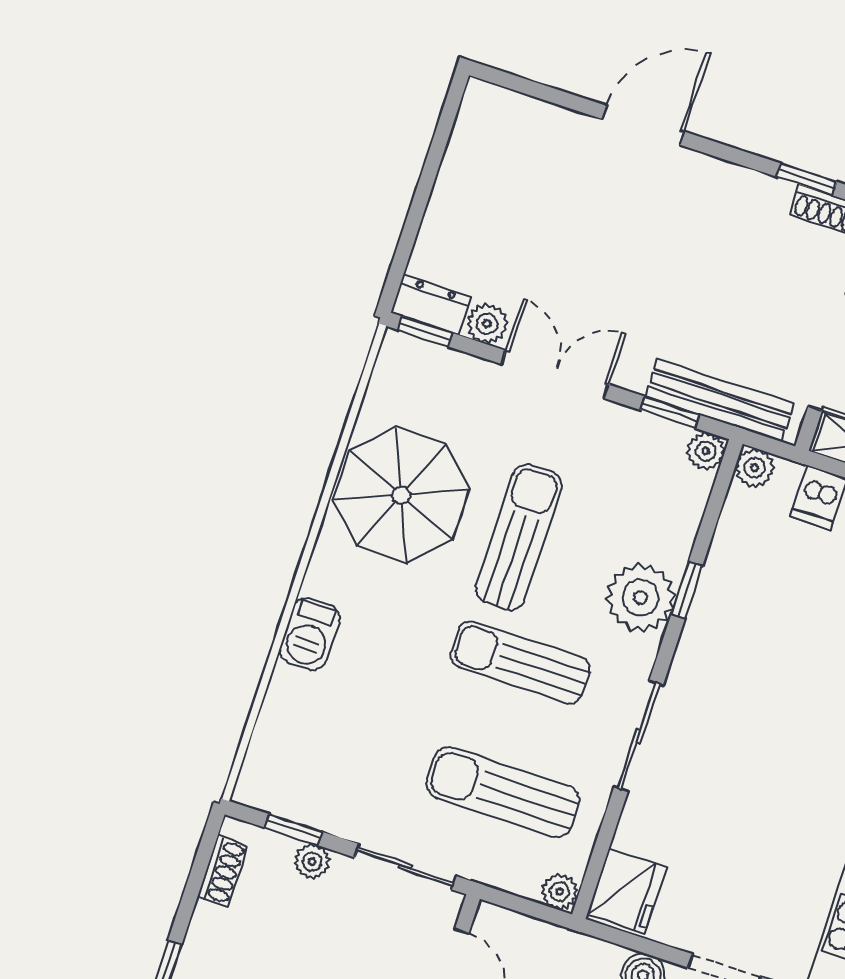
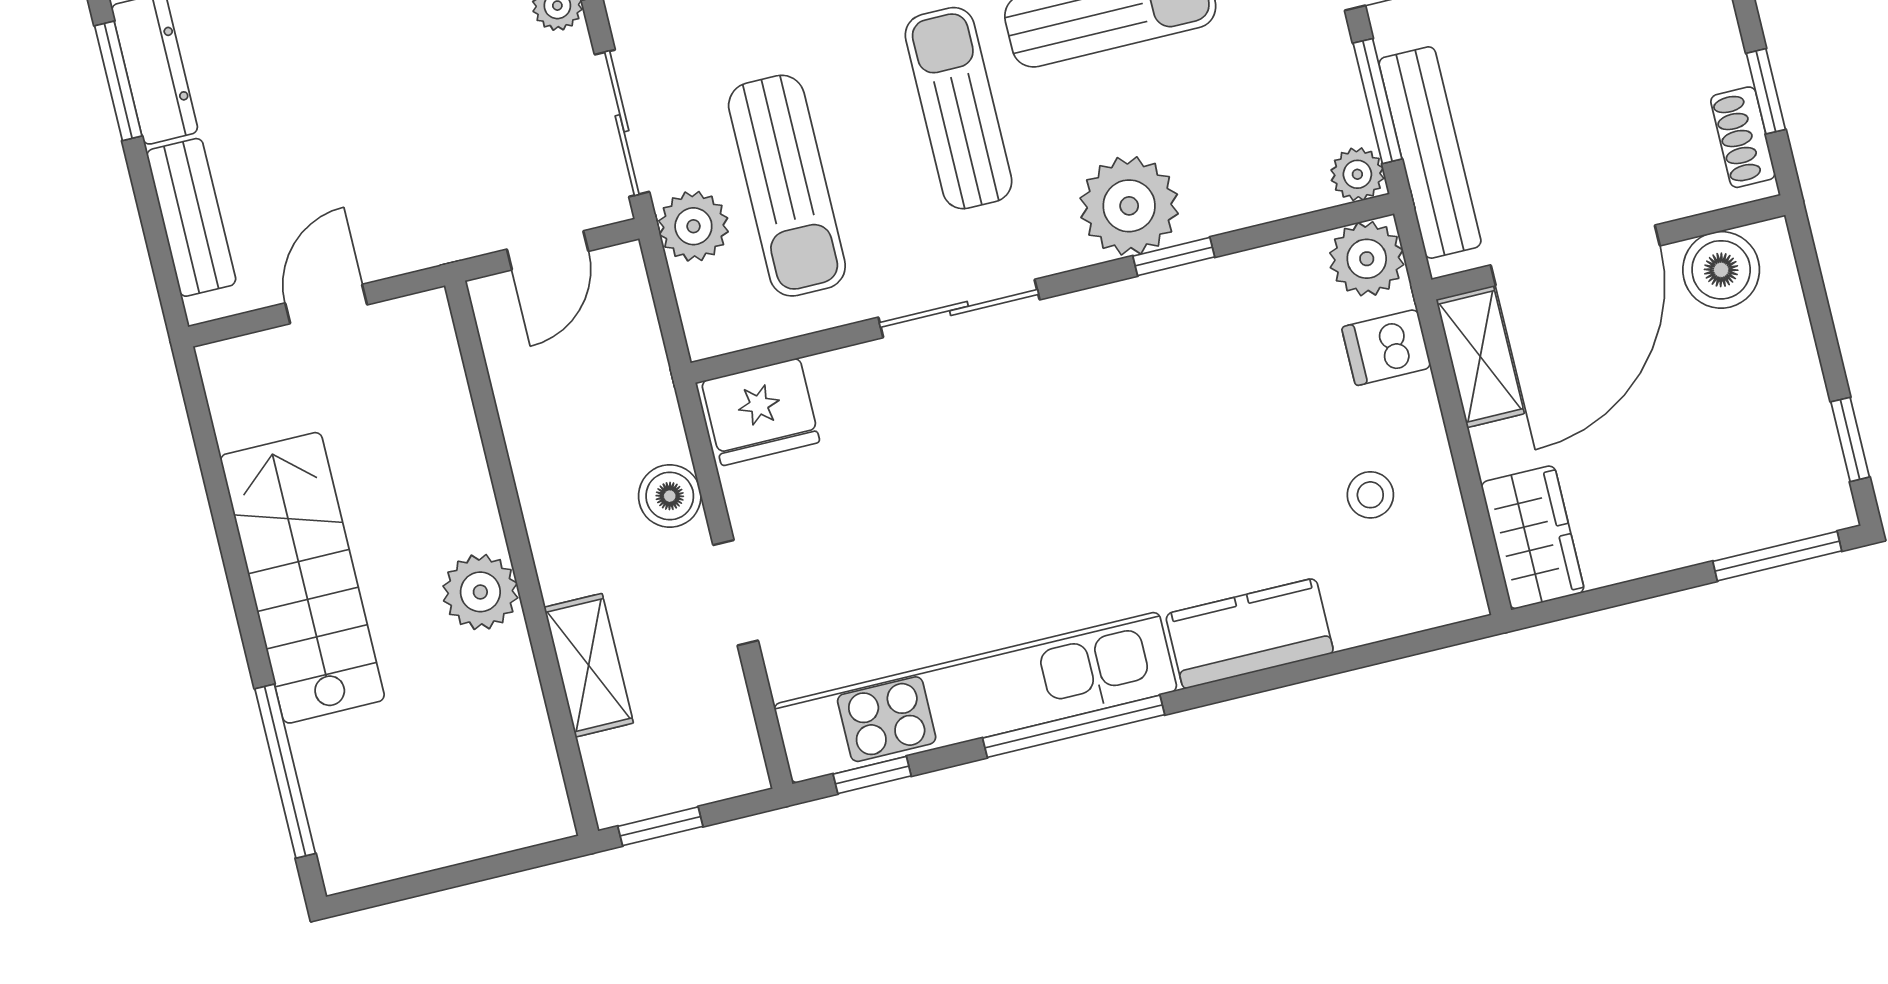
window: (670, 412) -> (1378, 101), width x1.50
plant: (755, 468) -> (1367, 259), width x1.38, depth x1.38
sun lounger: (503, 792) -> (787, 186), turned 180
plant: (560, 892) -> (693, 226), moved, width x1.38, depth x1.38

